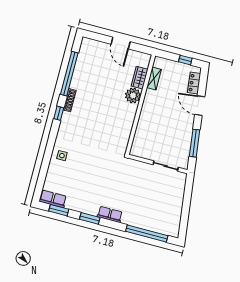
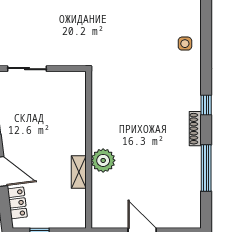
window: (69, 74) -> (206, 168), width x0.68
wardrobe: (140, 78) -> (100, 190), removed
shelving: (154, 78) -> (79, 172), moved

